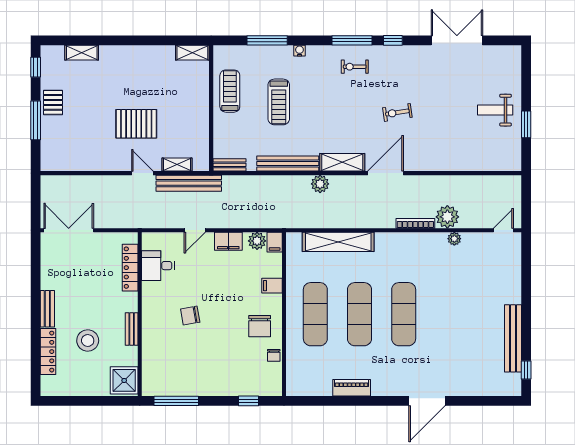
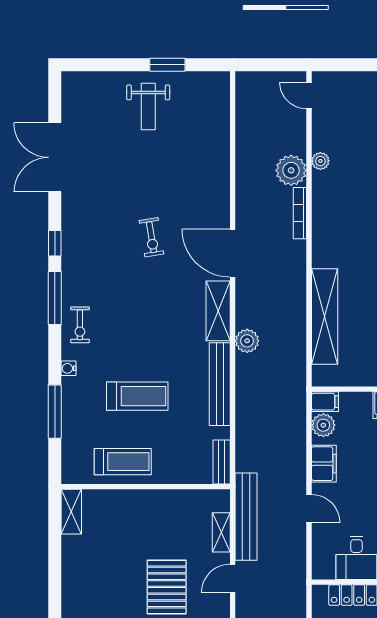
exercise bike: (355, 67) -> (80, 325), moved
treadmill: (230, 91) -> (123, 462), turned 180

